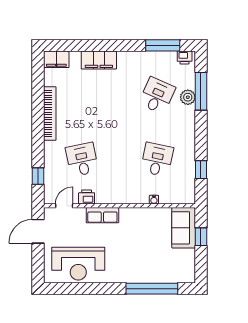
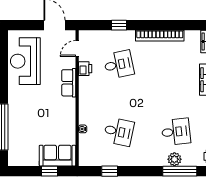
desk: (157, 96) -> (176, 132), turned -30
window: (38, 176) -> (119, 25), moved
door: (64, 206) -> (77, 48), swing flipped

